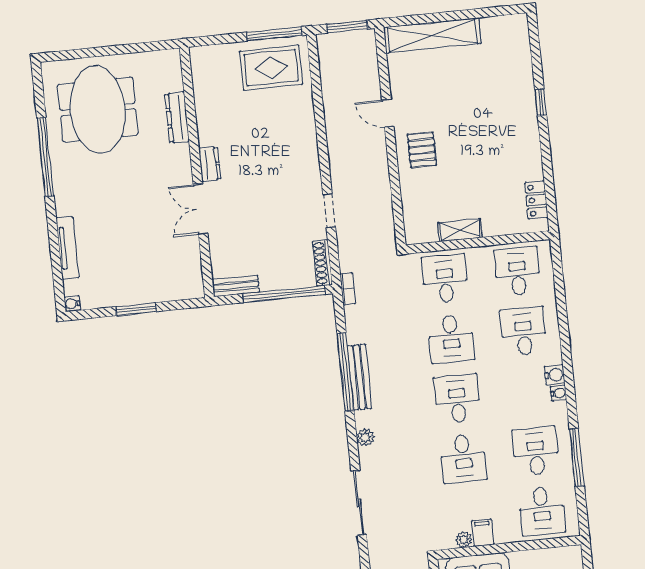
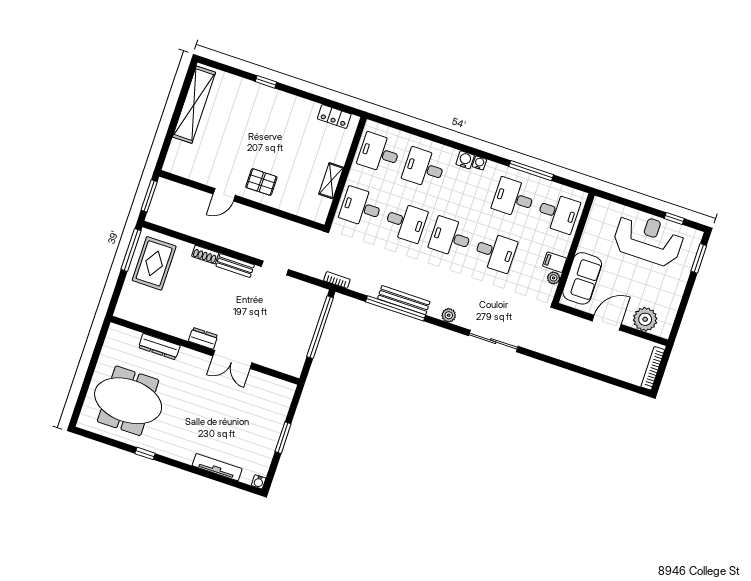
shelving: (432, 35) -> (194, 105), moved
window: (45, 157) -> (145, 453), width x0.32
shoe rack: (322, 263) -> (205, 255), moved, width x0.70
bench: (236, 286) -> (235, 265), moved, turned 90

